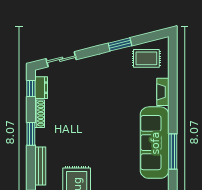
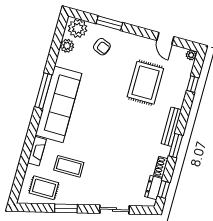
sliding door: (61, 59) -> (114, 209), moved
coffee table: (128, 86) -> (69, 166), added
shoe rack: (40, 114) -> (161, 167), width x0.70
bench: (40, 166) -> (171, 127), moved

